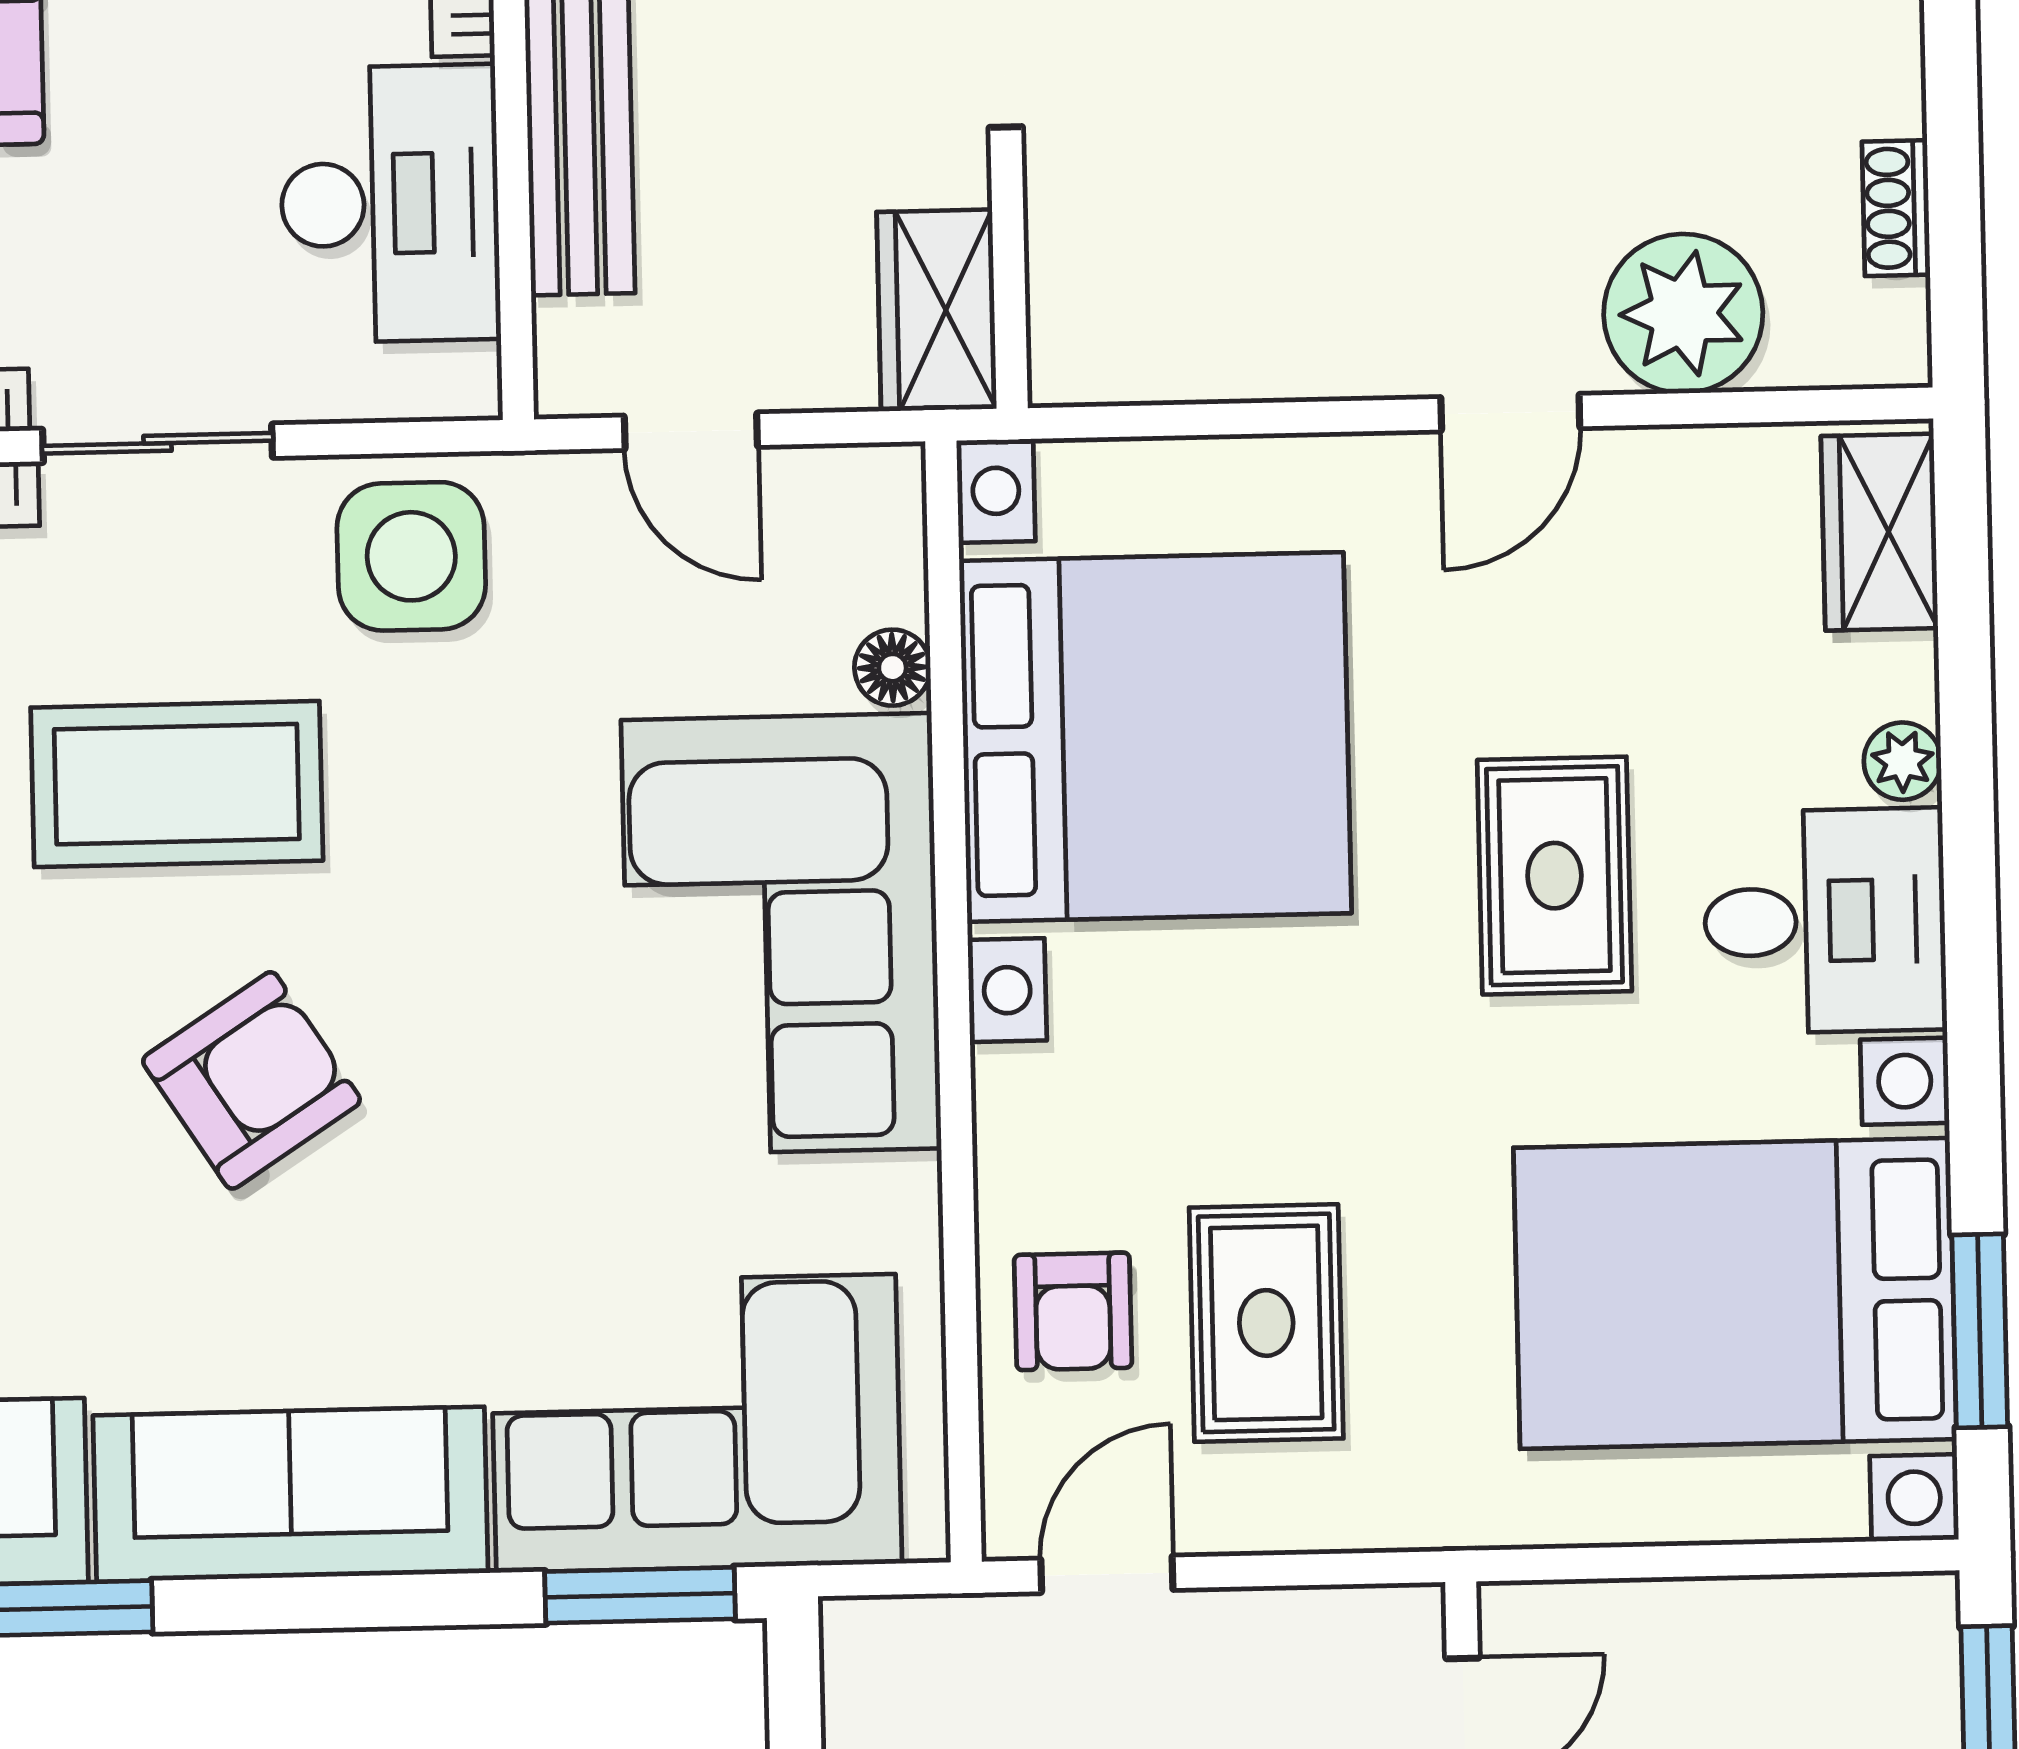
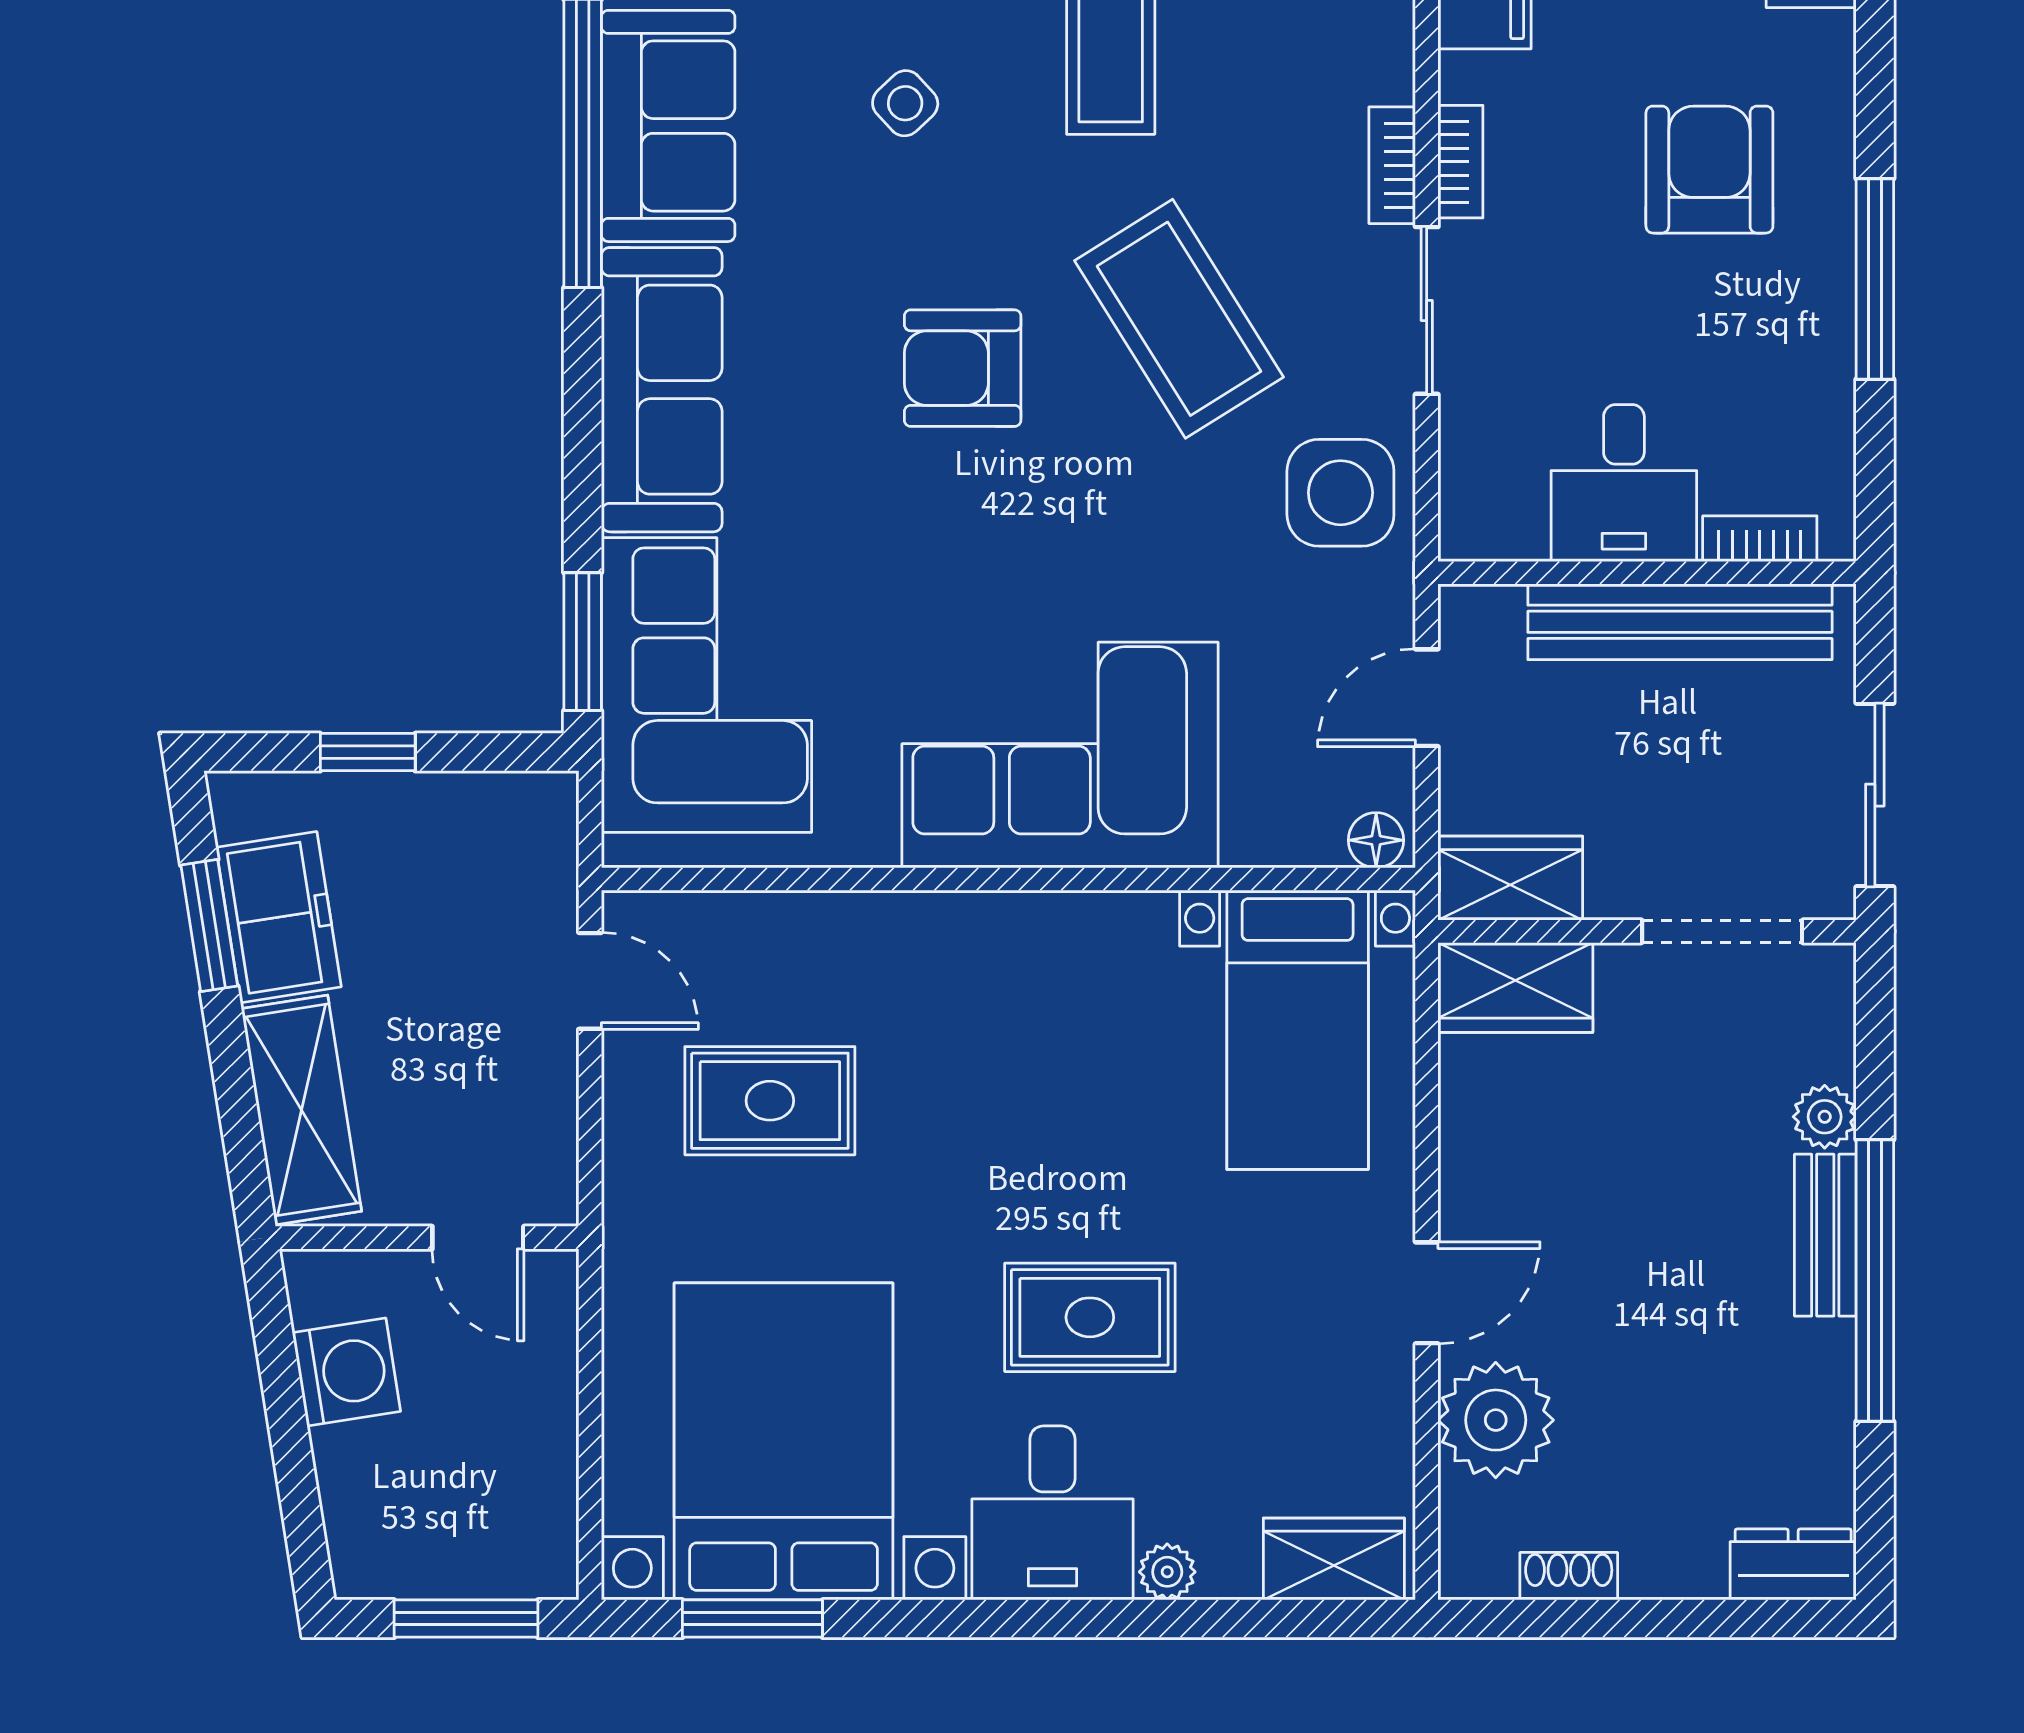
desk: (390, 204) -> (1624, 483), width x0.73
wardrobe: (1087, 300) -> (1515, 987), added
door: (1510, 413) -> (1427, 1293), swing flipped
floor lamp: (892, 668) -> (1376, 840), moved
bed with nightstands: (1155, 737) -> (1298, 1030), width x0.54
coffee table: (177, 784) -> (1179, 319), turned -32
armchair: (251, 1080) -> (963, 368), turned 123
armchair: (1073, 1311) -> (781, 961), removed

